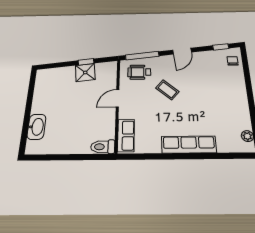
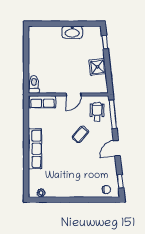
door: (182, 51) -> (117, 148), hinge flipped
window: (86, 62) -> (105, 42), moved
door: (118, 98) -> (74, 94), swing flipped
washbasin: (36, 127) -> (72, 32), moved

